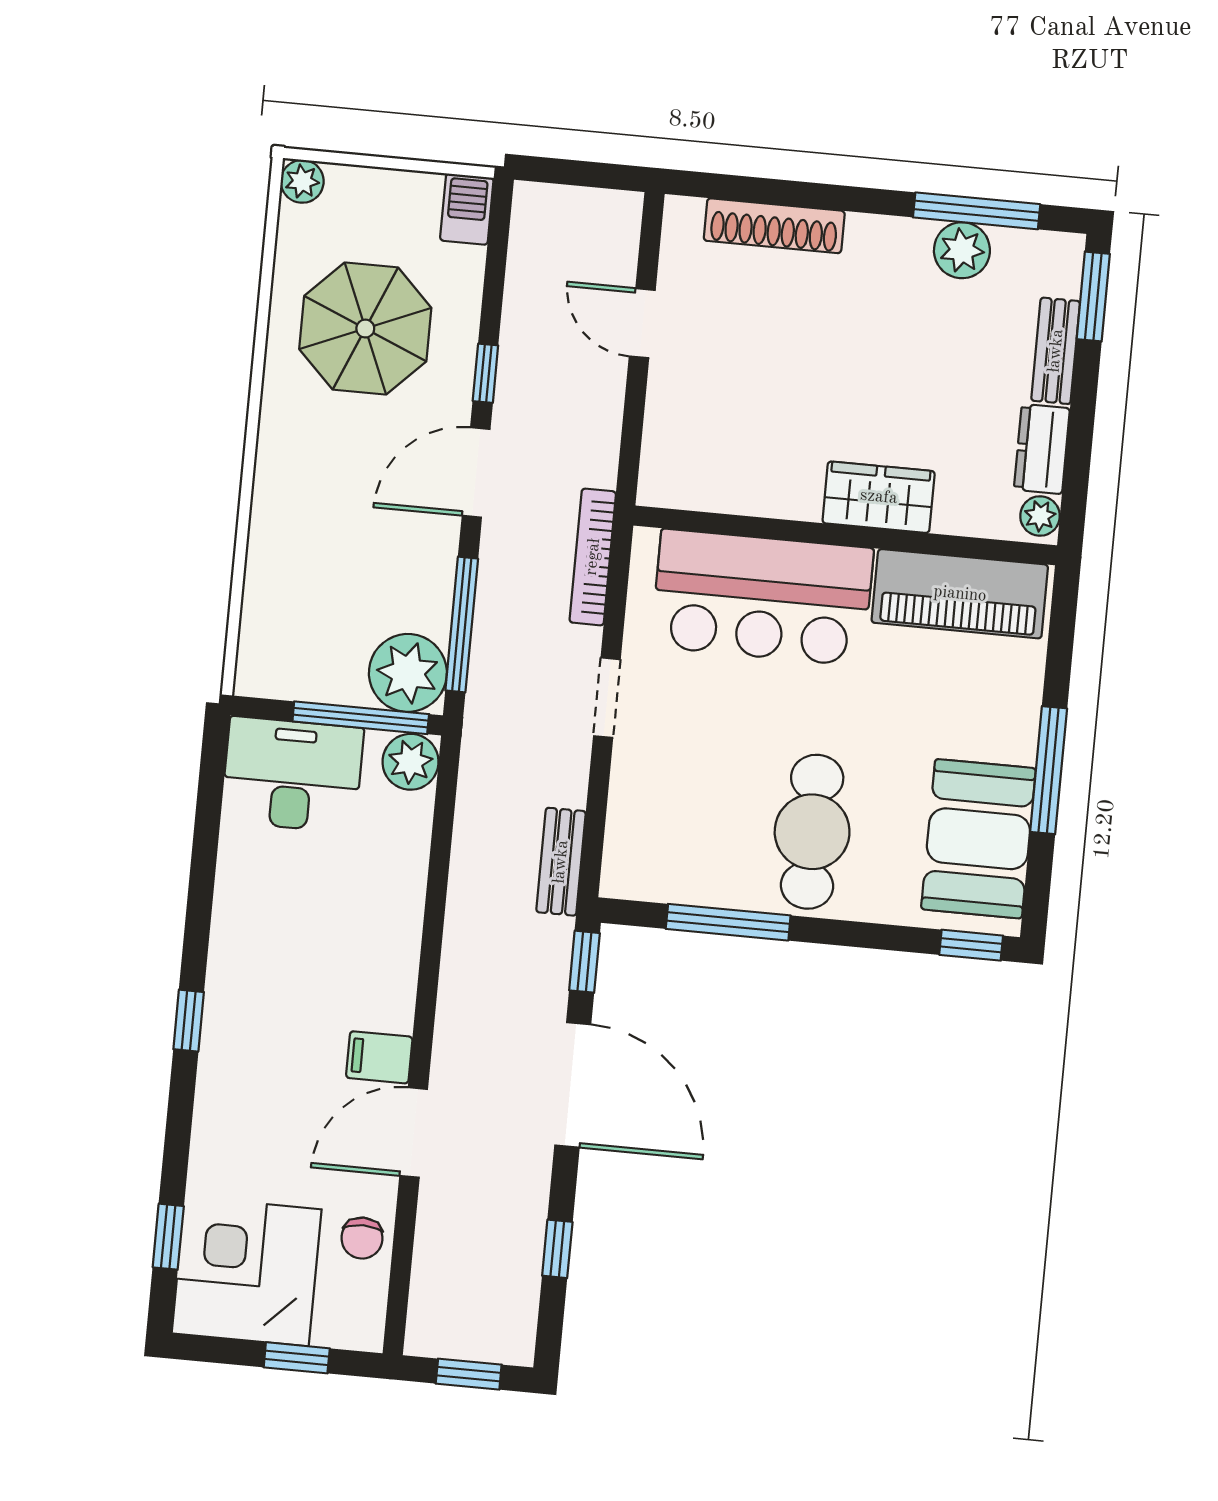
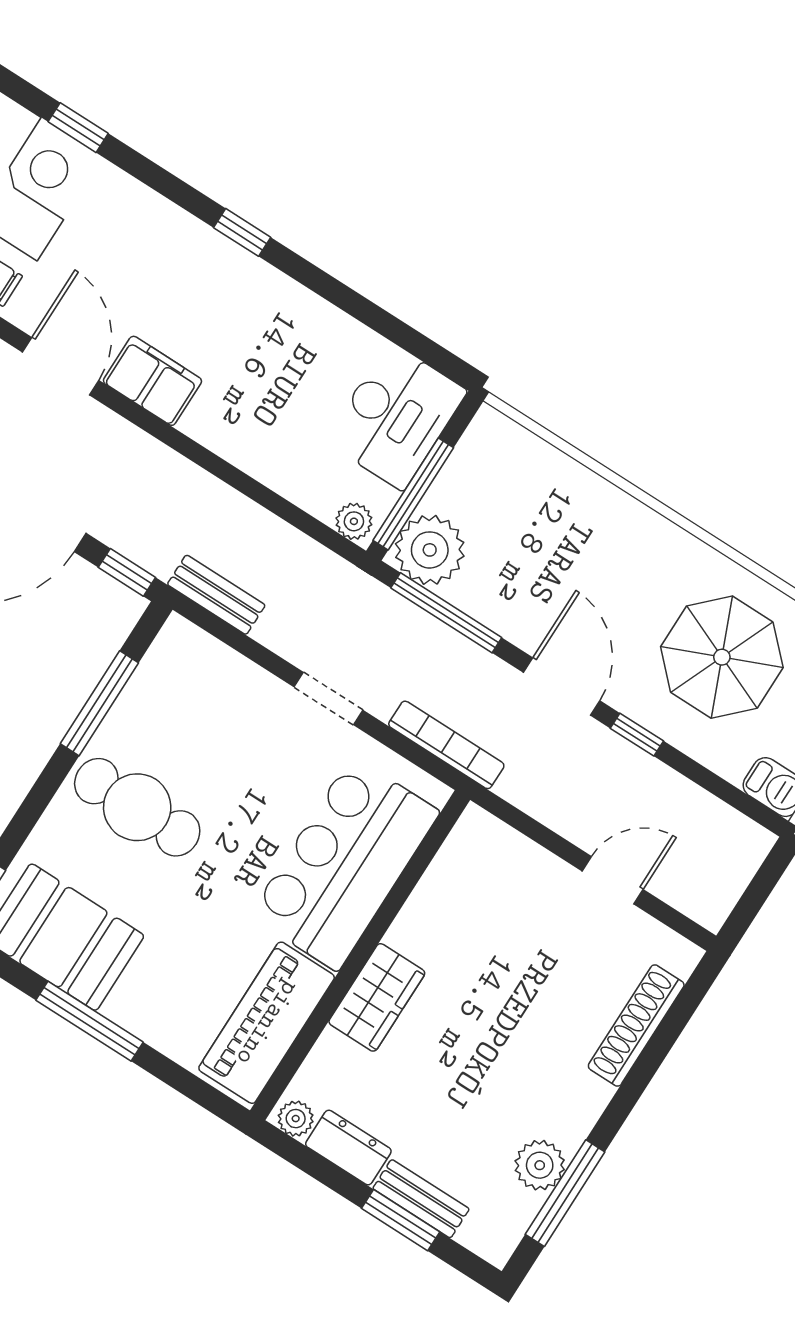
window: (1093, 297) -> (401, 1220), moved
plant: (411, 762) -> (354, 521), width x0.73, depth x0.73
filing cabinet: (379, 1057) -> (152, 381), width x2.00

